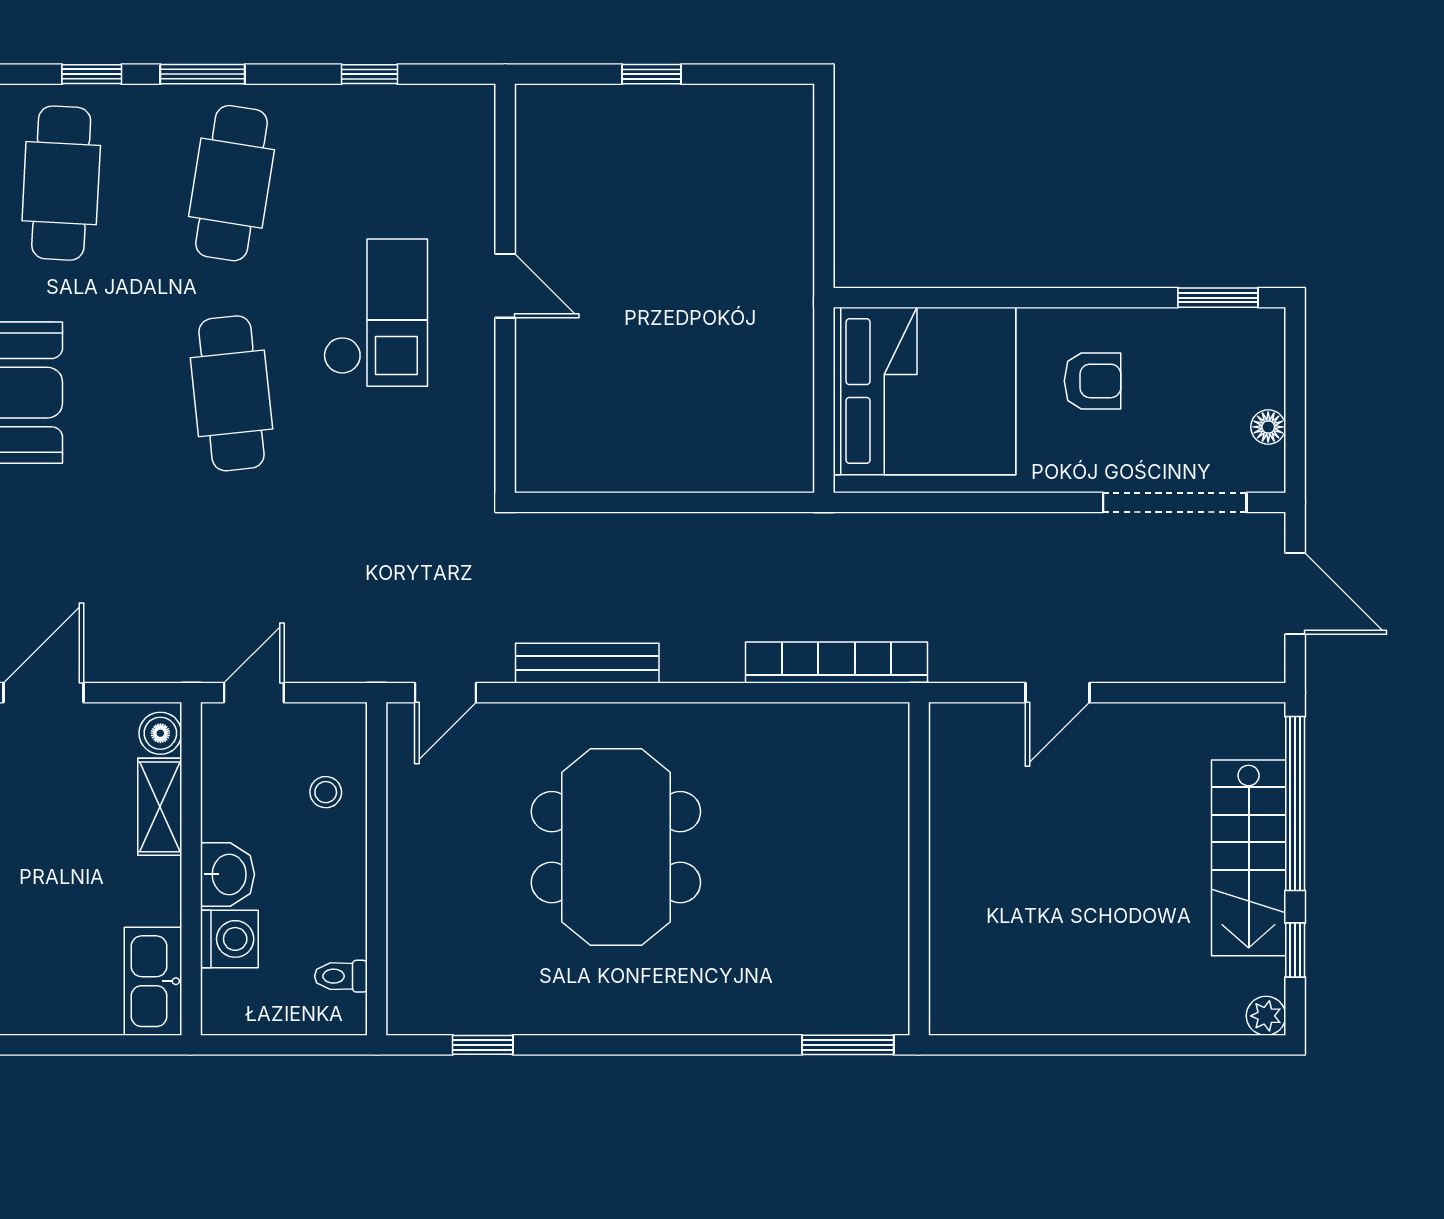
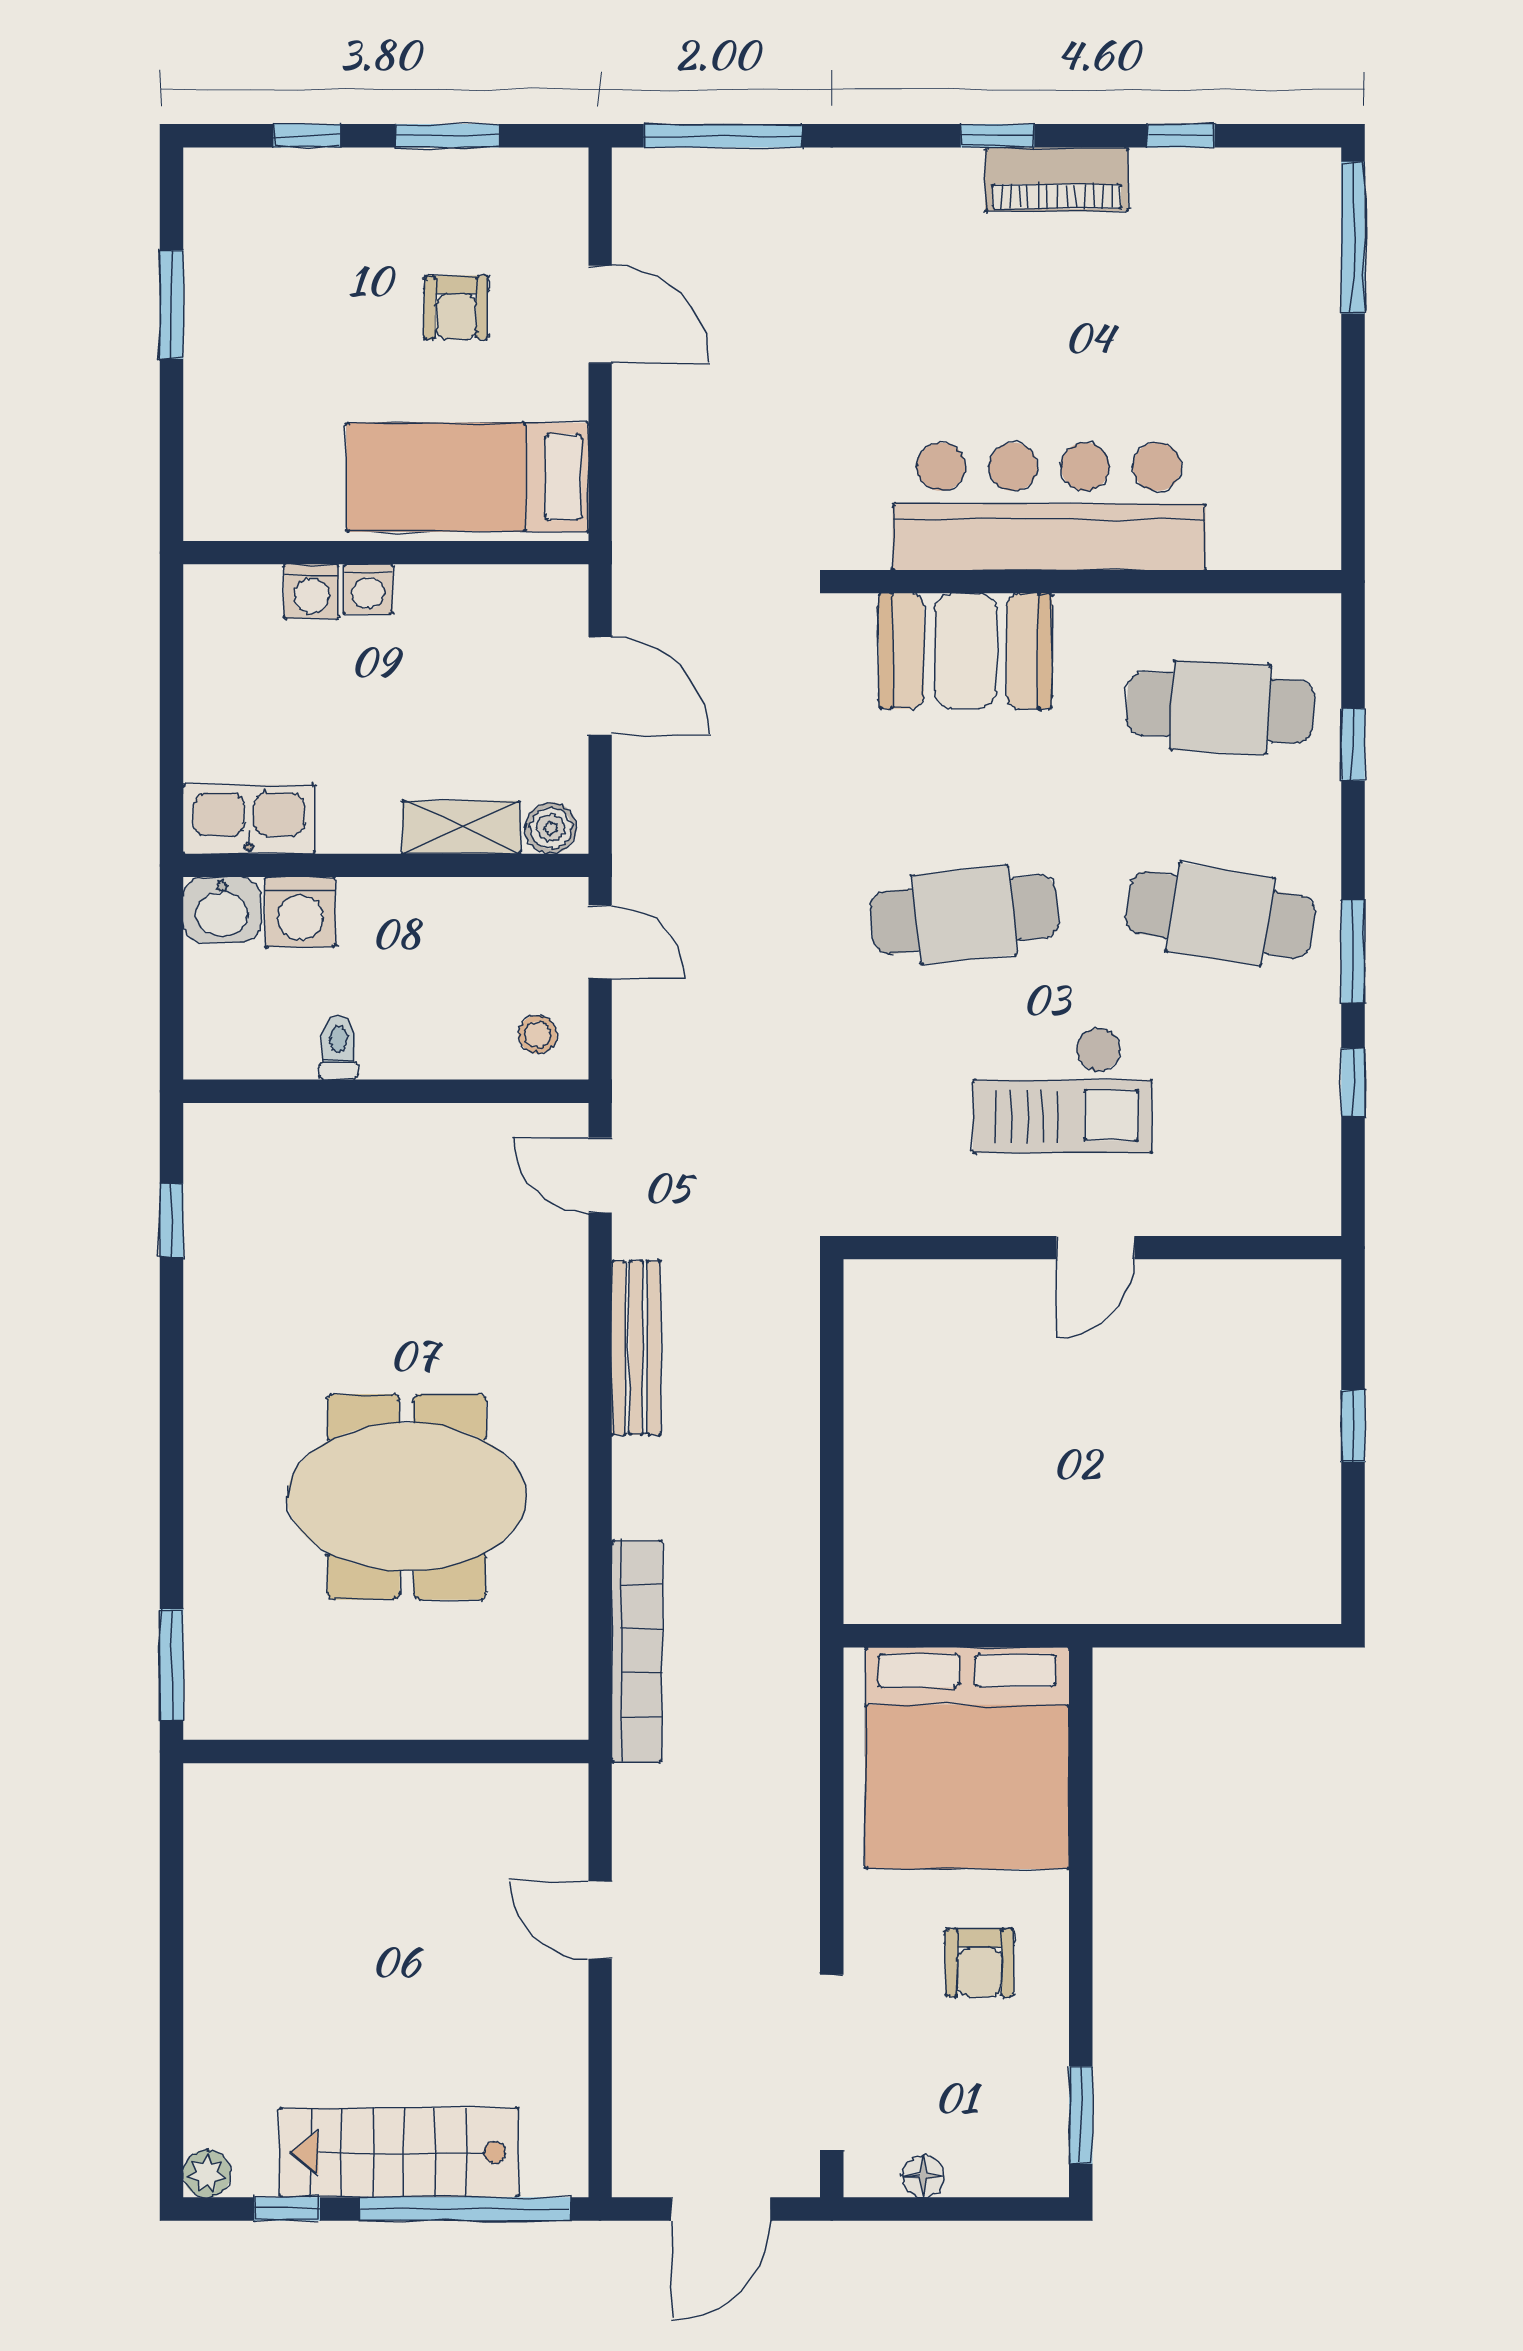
window: (203, 74) -> (1353, 951), moved
stool: (326, 792) -> (538, 1034), moved
meeting table: (616, 847) -> (407, 1497), moved
washbasin: (228, 874) -> (222, 910), moved
toilet: (341, 976) -> (338, 1048), moved

